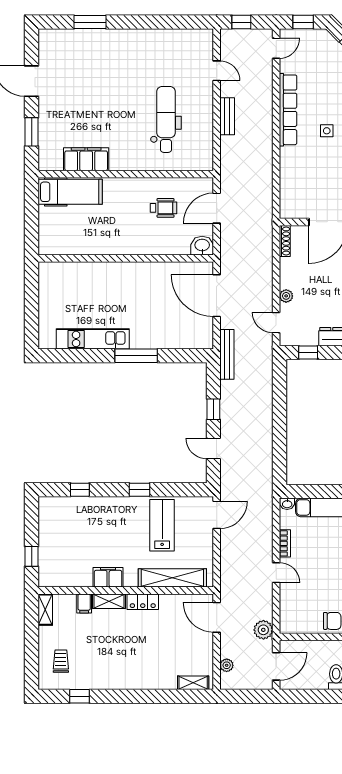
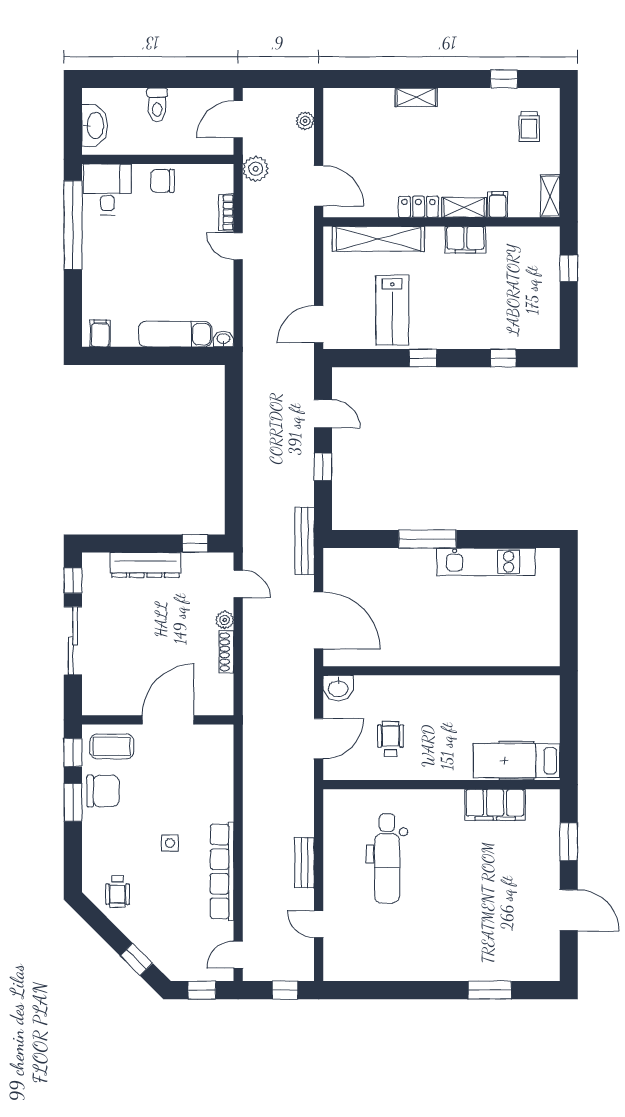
wheelchair: (163, 208) -> (391, 739), turned 90
shoe rack: (285, 241) -> (227, 652), moved
bookcase: (285, 543) -> (226, 213), moved
shelving: (193, 683) -> (416, 97), moved

